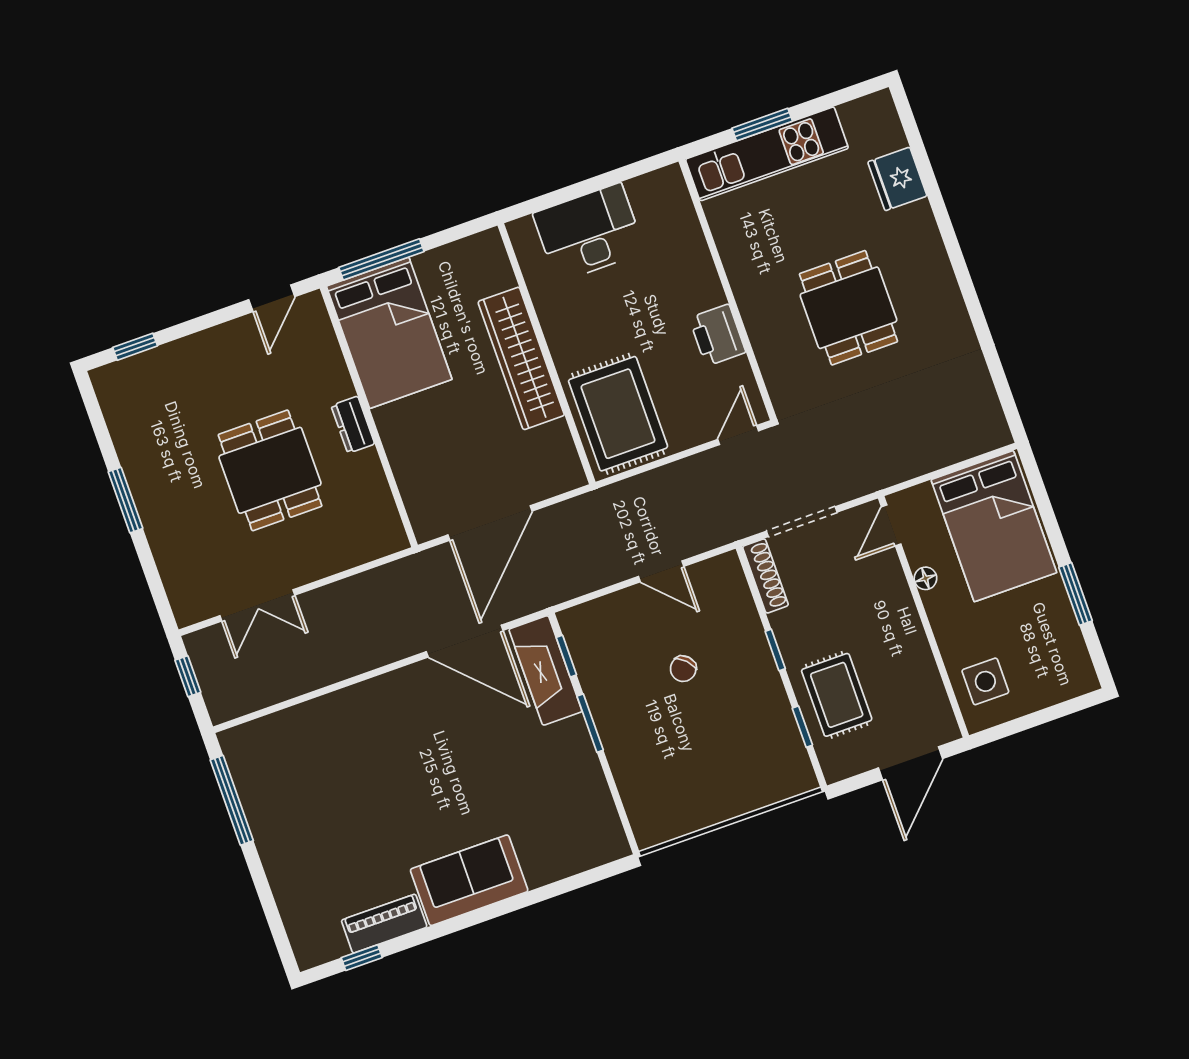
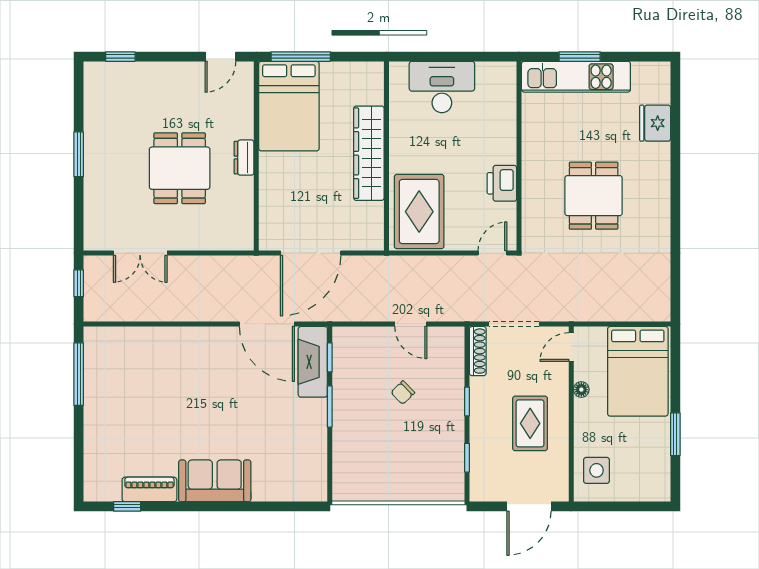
rug: (837, 695) -> (530, 423), moved

